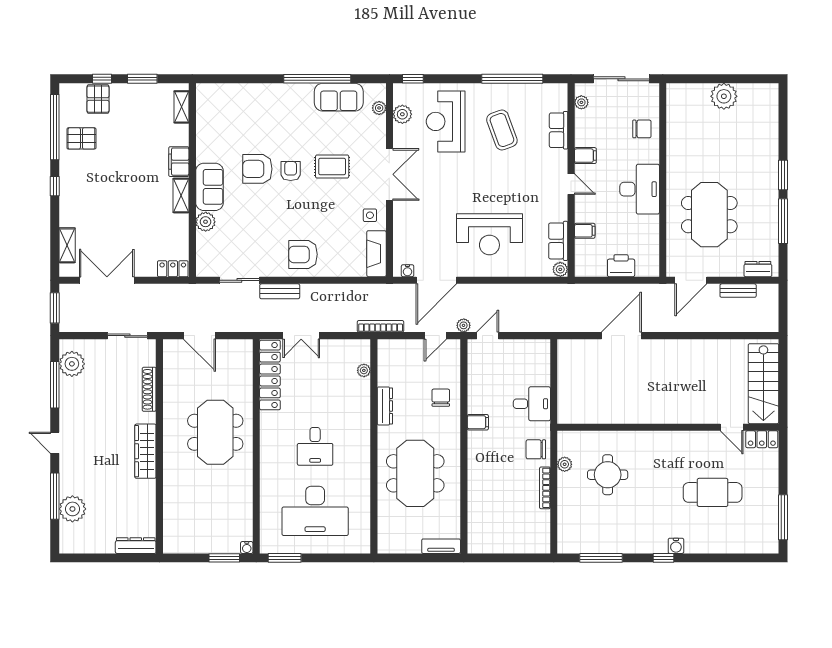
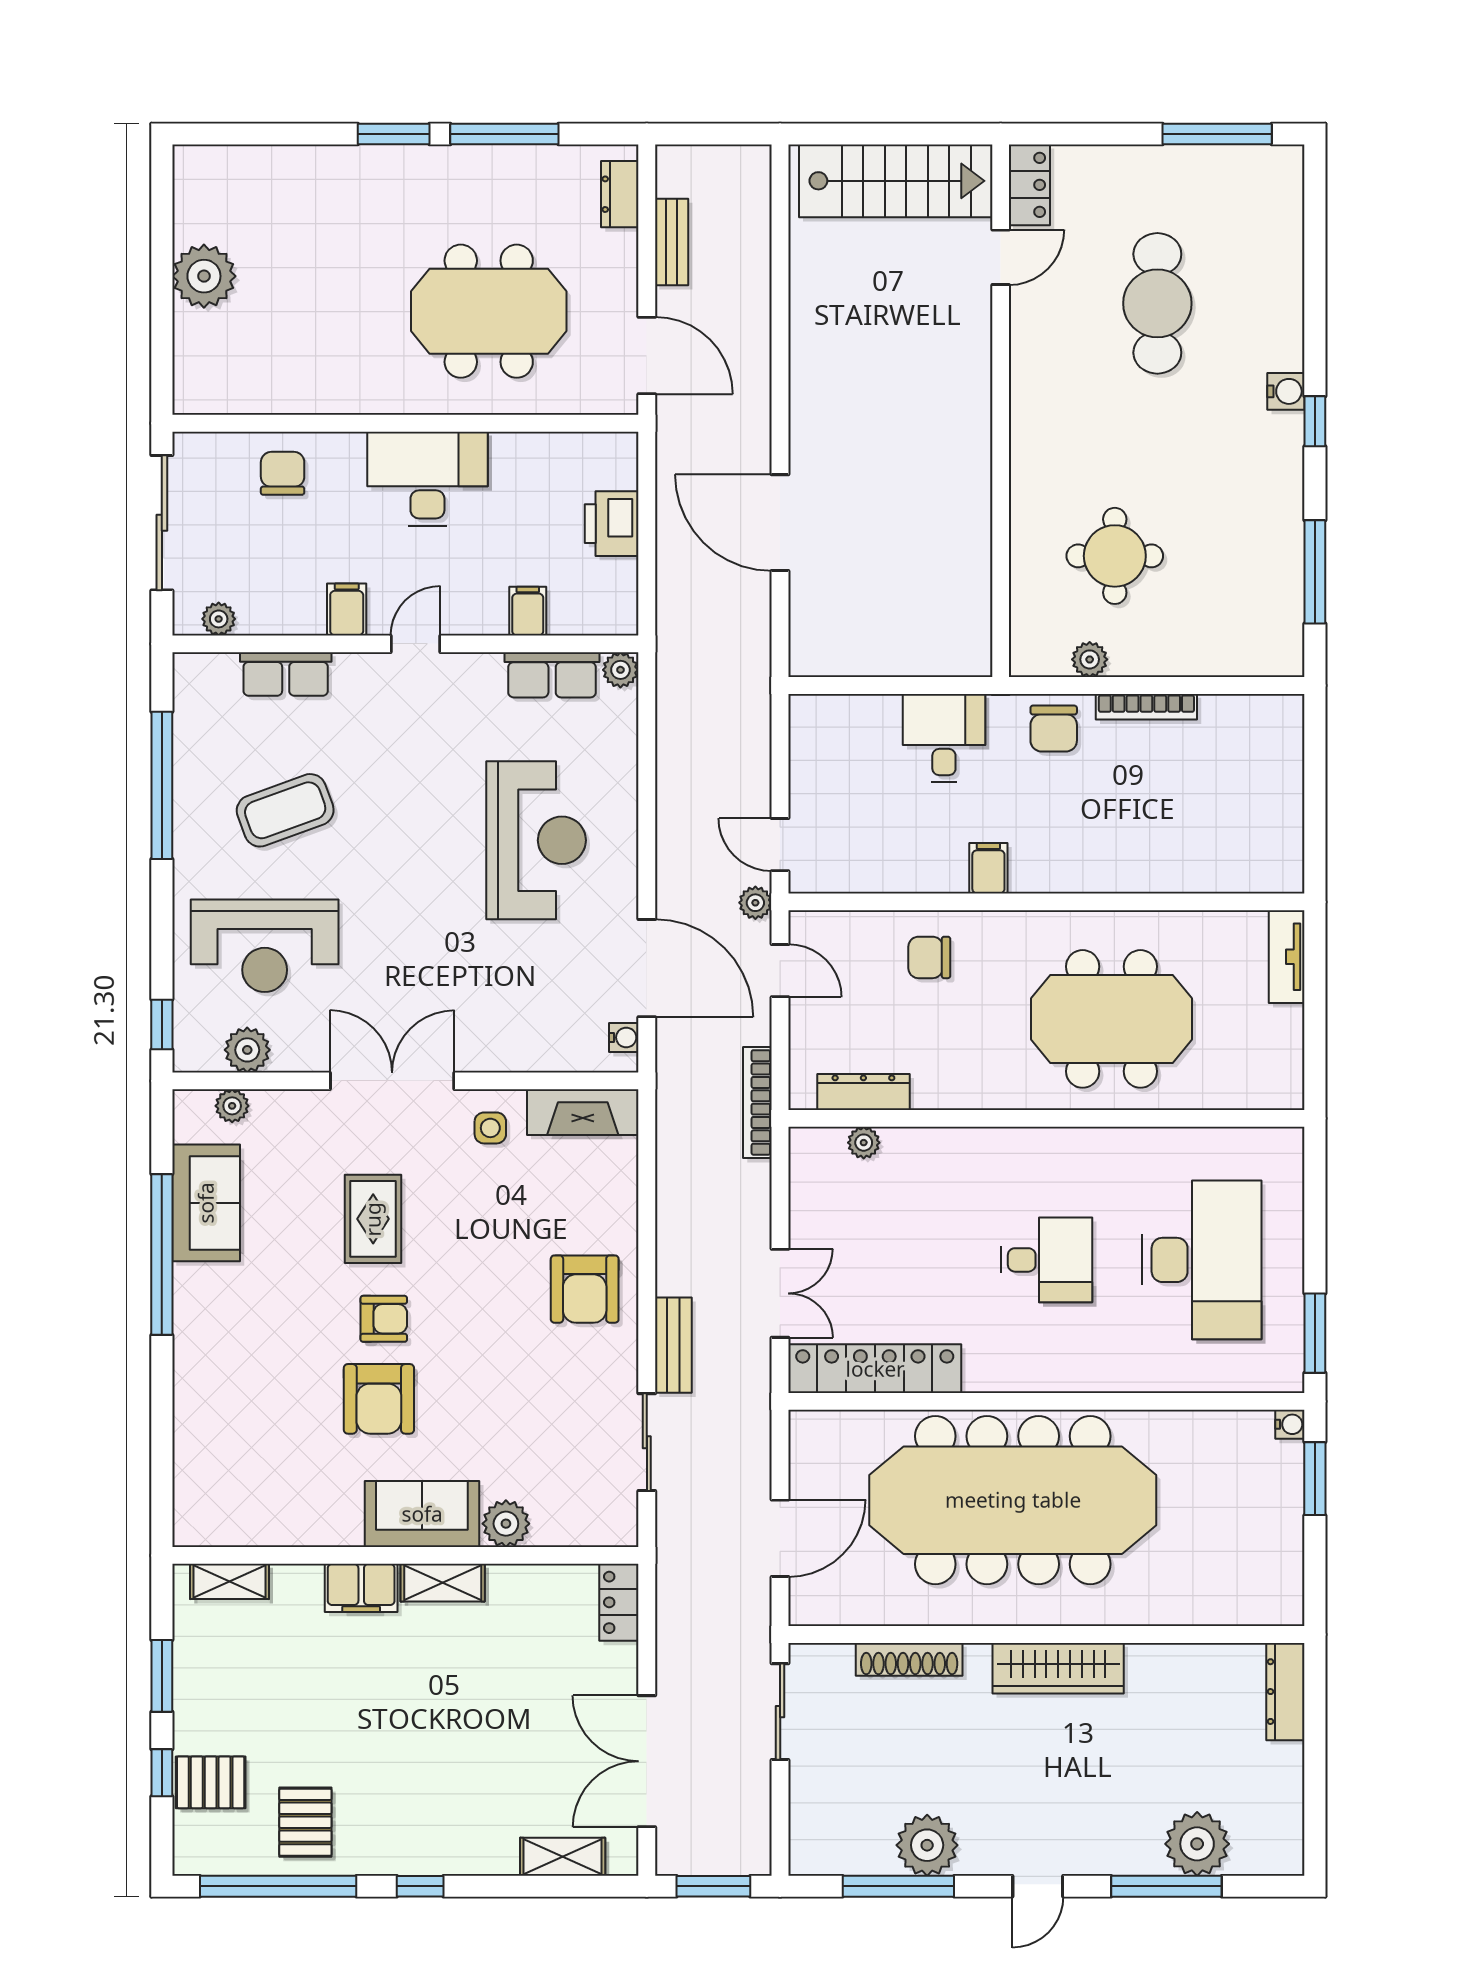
armchair: (291, 171) -> (384, 1319), turned 180
plant: (72, 364) -> (927, 1845), moved
dresser: (385, 406) -> (863, 1092), moved
meeting table: (215, 432) -> (1013, 1500), width x1.86, depth x1.27

